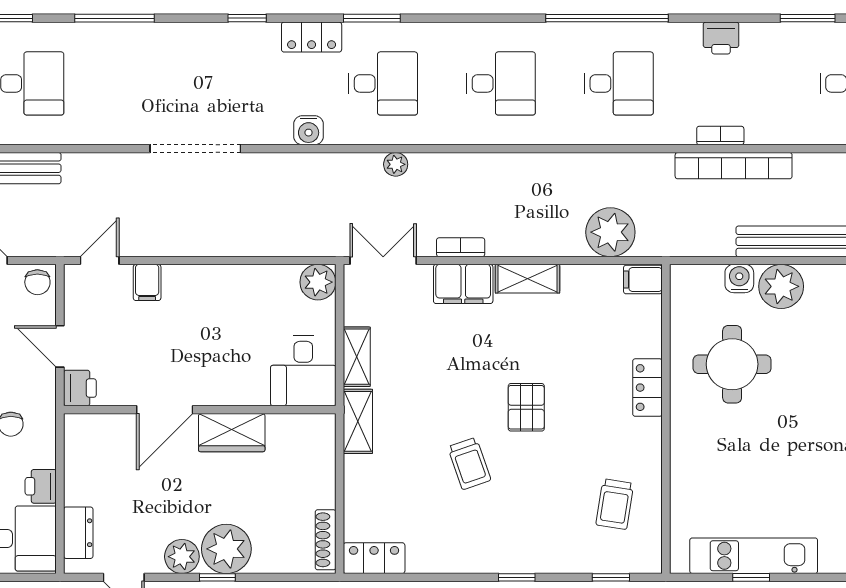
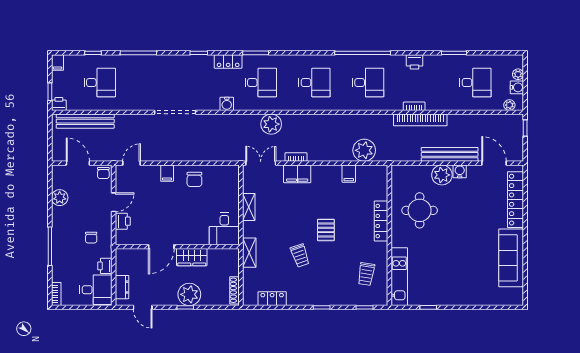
plant: (396, 164) -> (271, 124), width x1.88, depth x1.88
shelving: (527, 279) -> (326, 171), removed
water cooler: (739, 279) -> (460, 171), moved
filing cabinet: (643, 280) -> (349, 174), moved, turned -90
filing cabinet: (147, 282) -> (167, 173), moved
plant: (318, 282) -> (231, 173), removed
chair: (238, 296) -> (194, 179), added
door: (60, 346) -> (114, 202), swing flipped
desk: (303, 371) -> (224, 229), moved
locker: (647, 388) -> (381, 221), width x1.53
door: (165, 410) -> (161, 247), moved
wall: (200, 410) -> (177, 247), moved
shelving: (358, 421) -> (249, 253), moved
wardrobe: (232, 433) -> (192, 257), moved
kitchen unit: (754, 556) -> (399, 277), moved, turned 90
plant: (182, 557) -> (169, 298), removed
locker: (374, 558) -> (272, 299), moved

